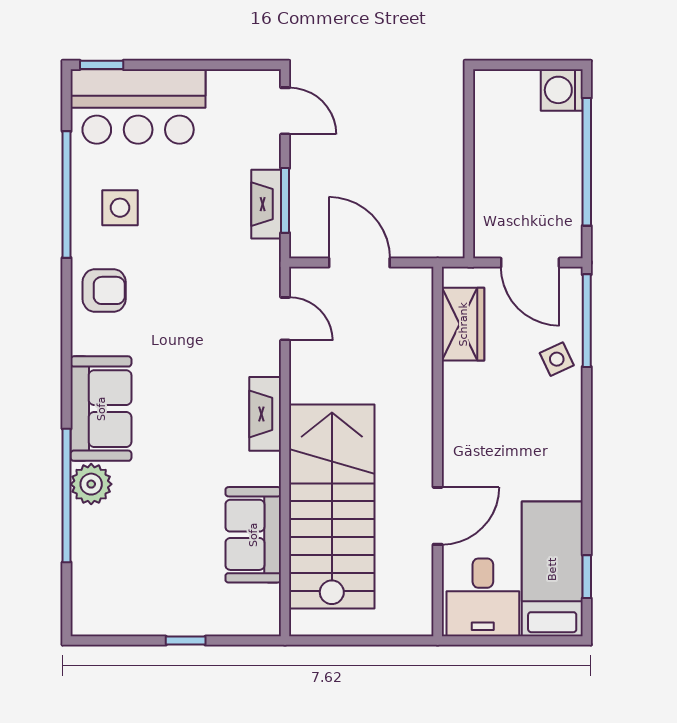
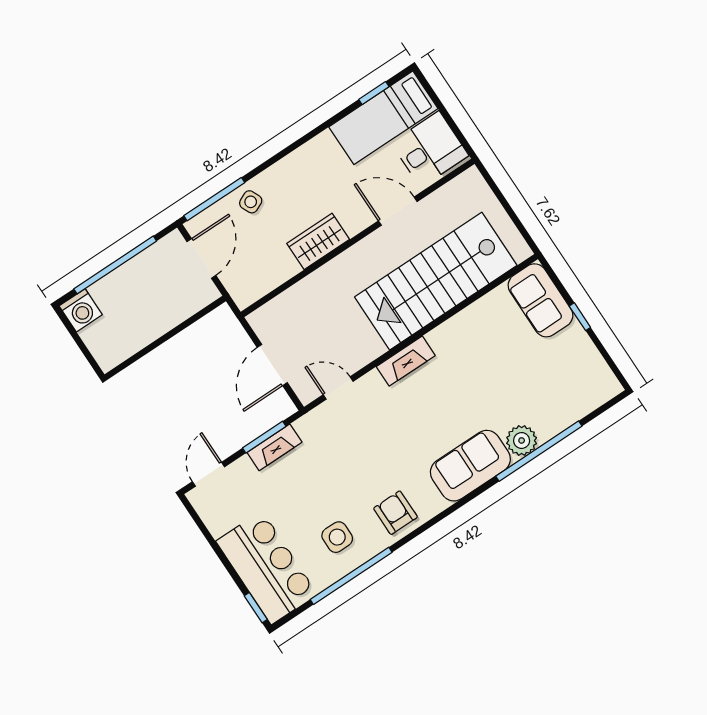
door: (285, 319) -> (338, 388), hinge flipped
wardrobe: (463, 324) -> (318, 241), moved
sofa: (253, 535) -> (541, 300), moved, turned 90

